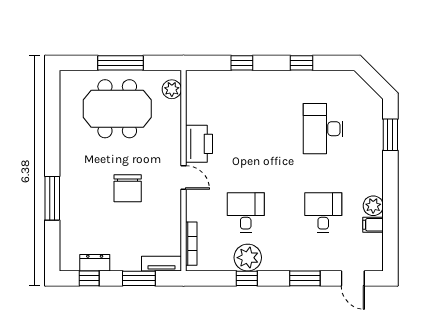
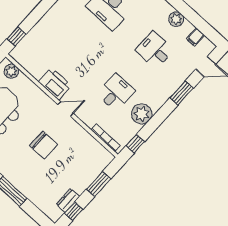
window: (242, 63) -> (17, 36), moved
desk: (246, 212) -> (116, 92), turned 90
filing cabinet: (373, 225) -> (195, 37), moved
tv unit: (162, 264) -> (102, 164), removed
window: (247, 278) -> (135, 144), moved

